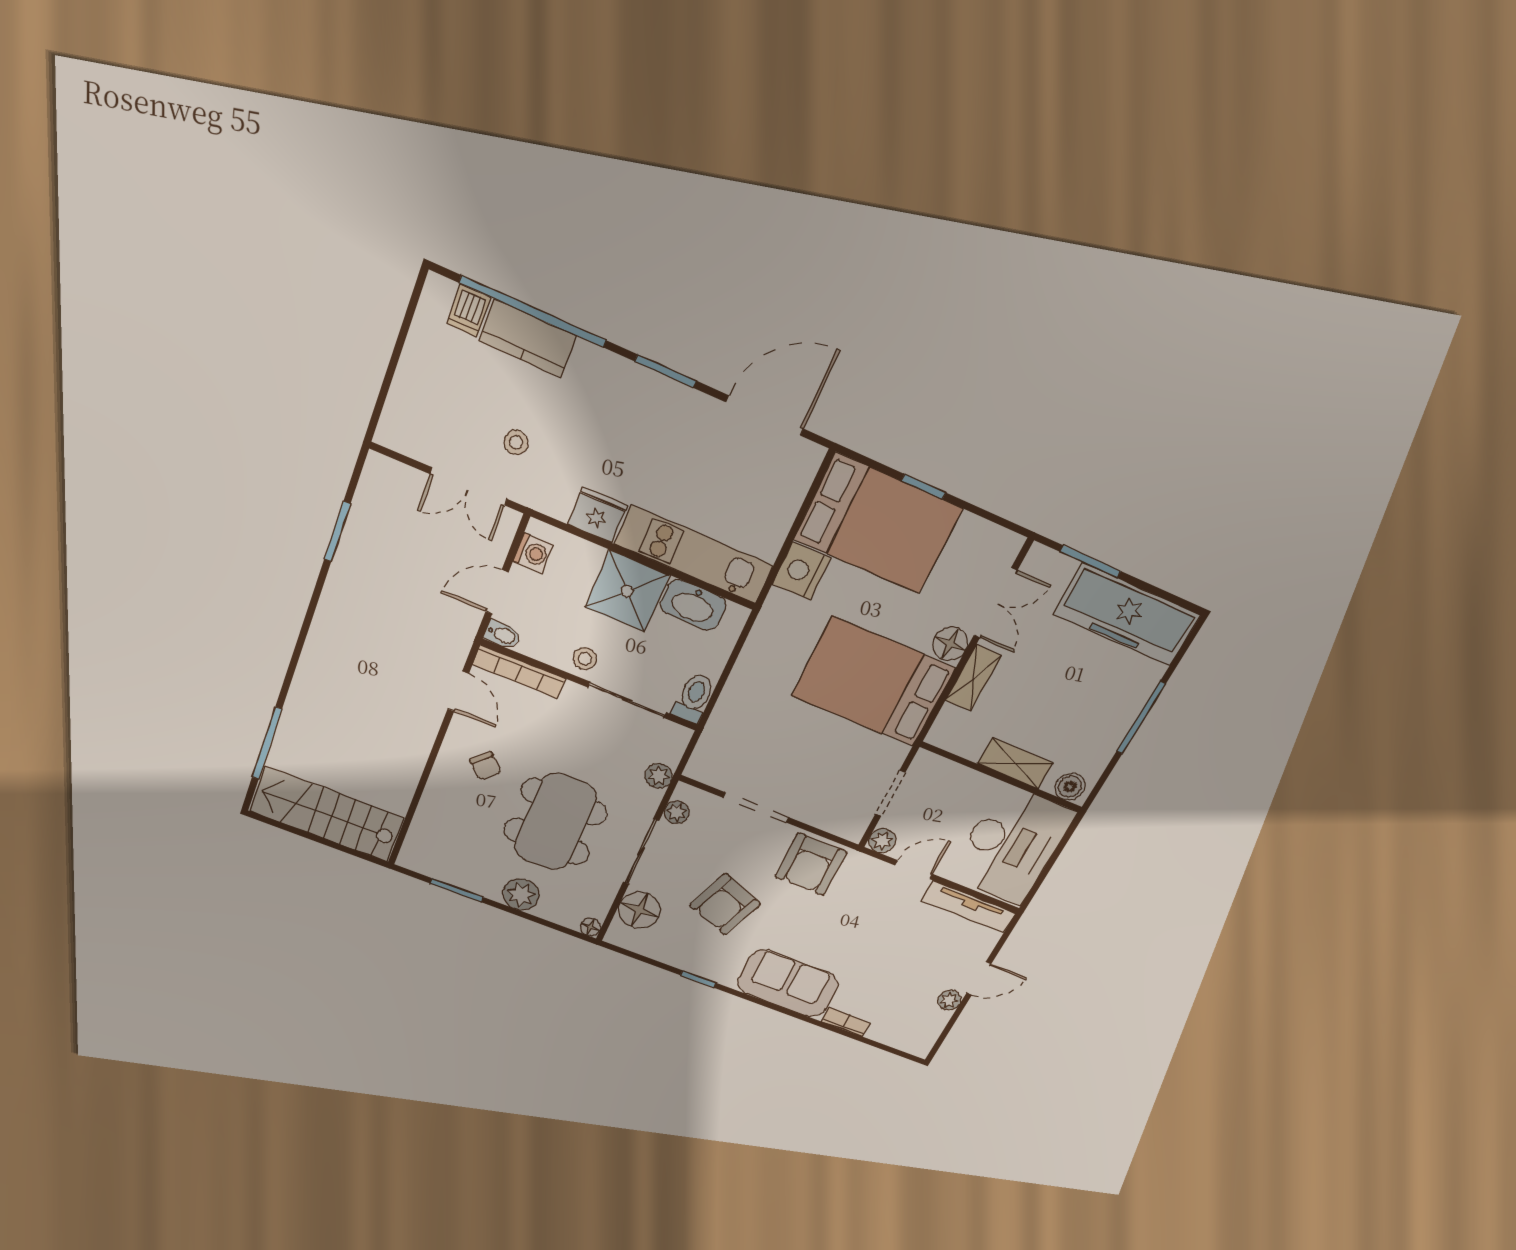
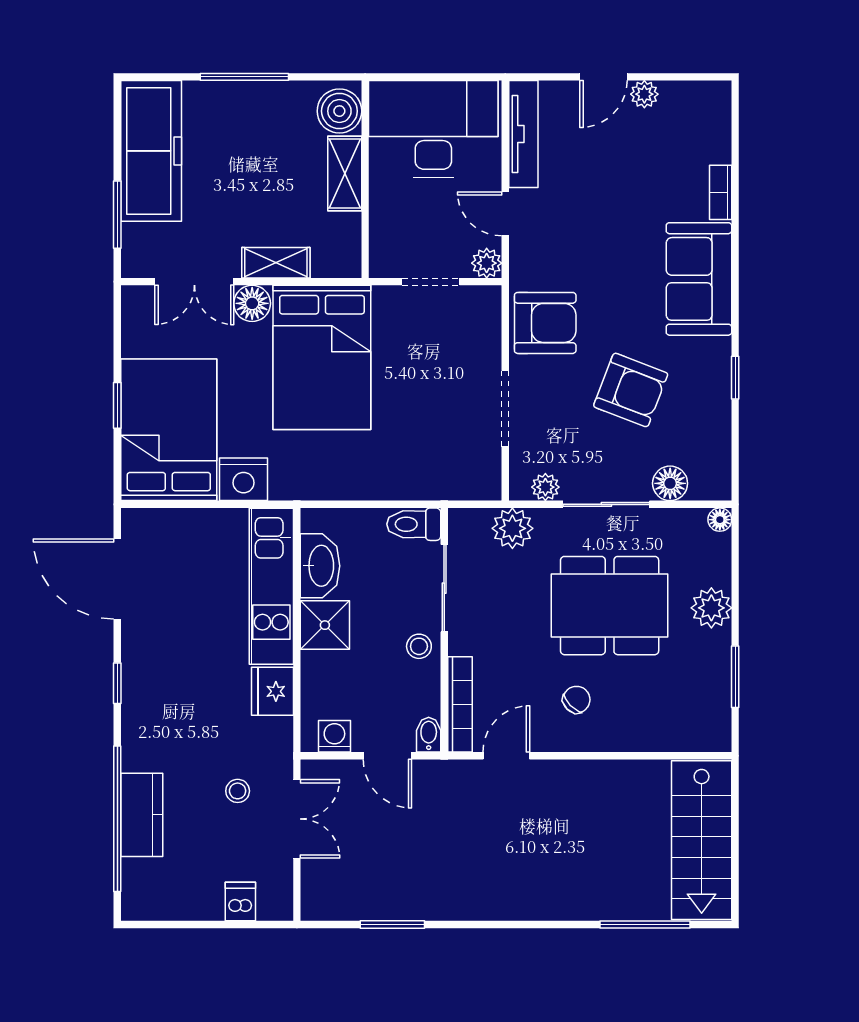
dishwasher: (469, 310) -> (240, 902), moved, turned -90
window: (666, 371) -> (117, 683), width x0.67
shower: (627, 591) -> (325, 625), width x0.73, depth x0.73
double door: (995, 603) -> (194, 282), swing flipped
plant: (659, 776) -> (512, 528), width x1.38, depth x1.38
boiler: (1070, 787) -> (339, 111), width x1.36, depth x1.36
floor lamp: (639, 910) -> (670, 483), width x0.73, depth x0.73
door: (979, 978) -> (603, 77), swing flipped

